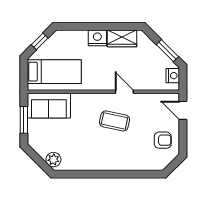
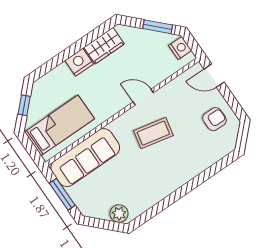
sofa: (49, 106) -> (85, 158), width x1.36

